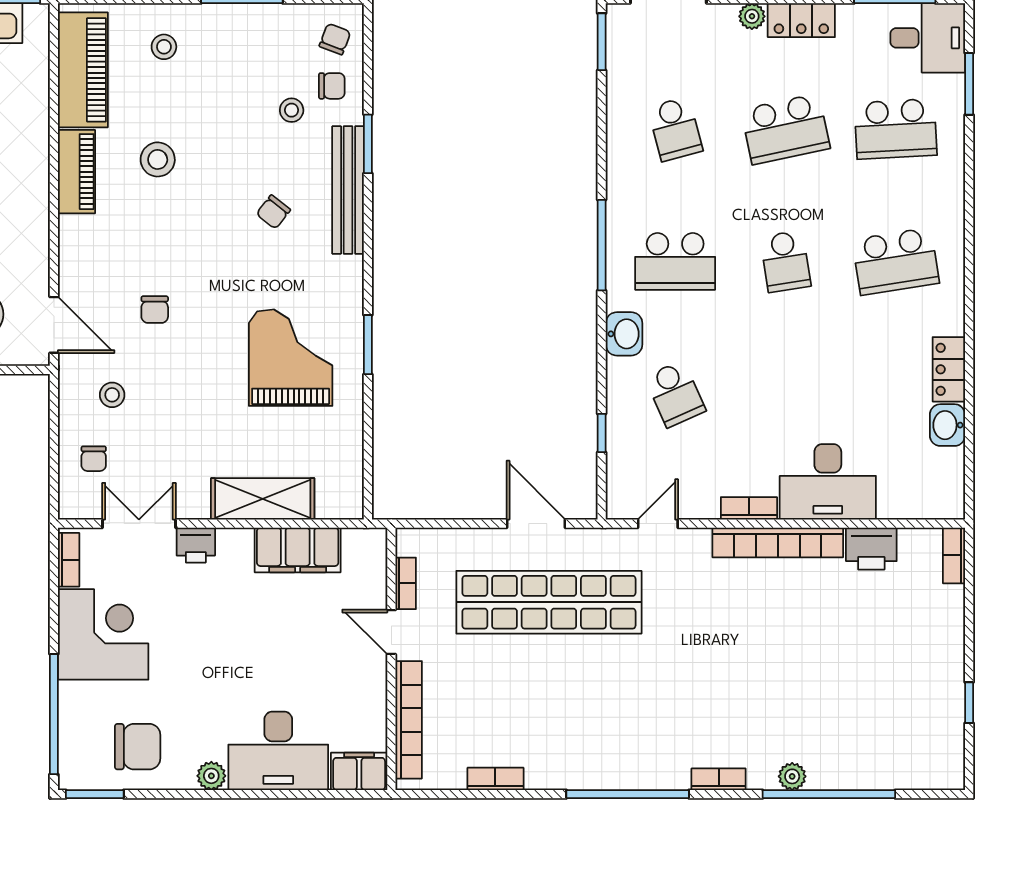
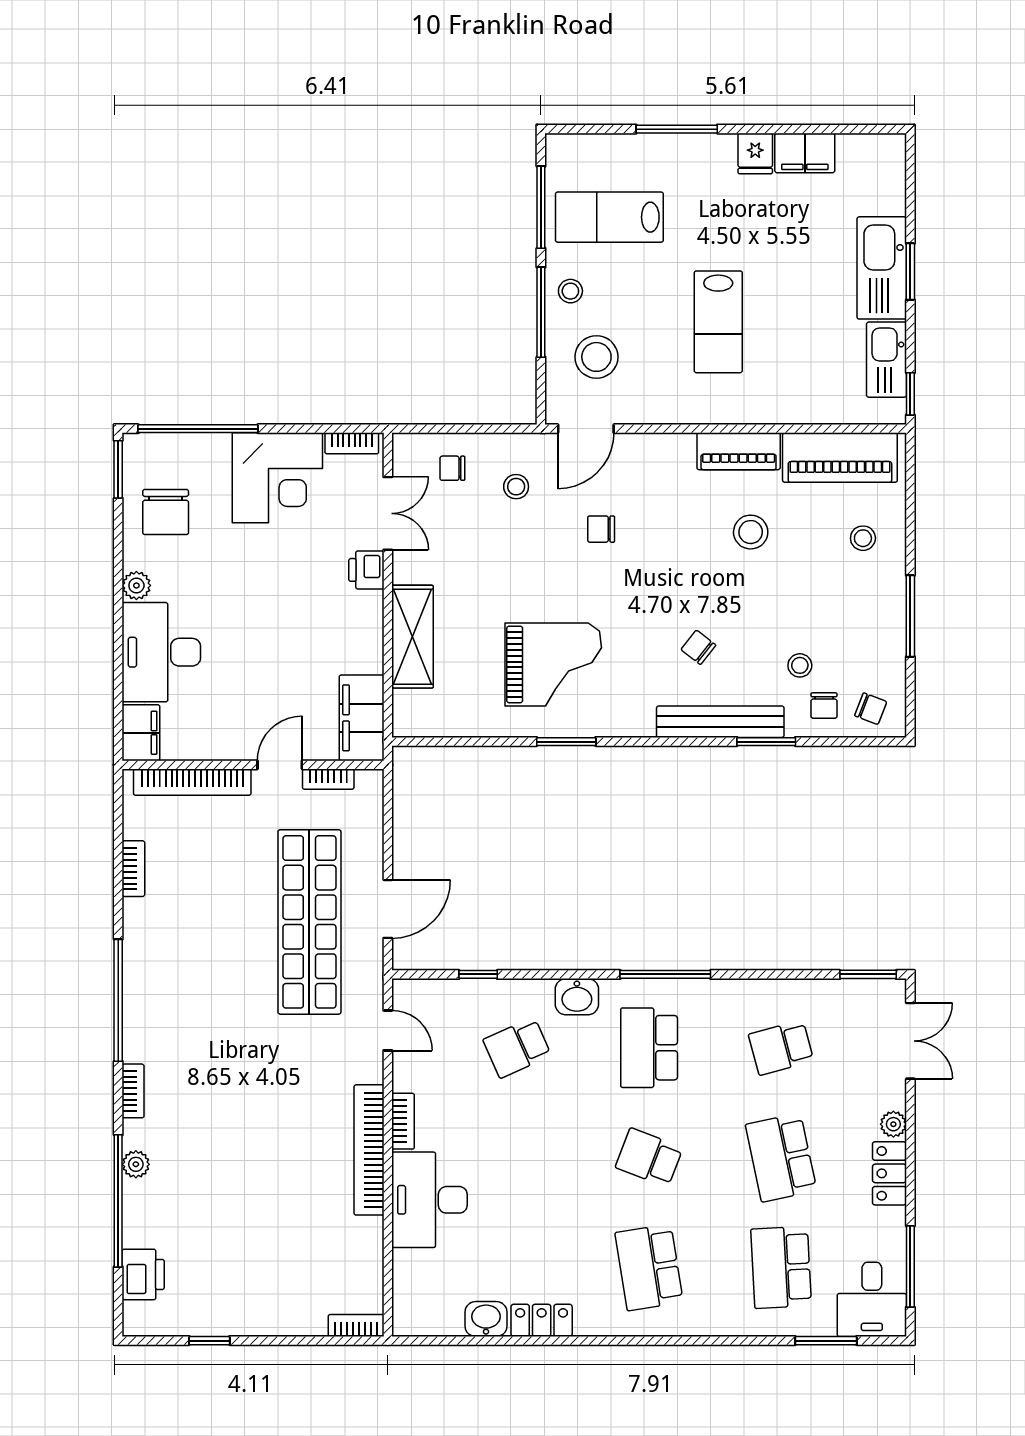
school desk: (785, 261) -> (649, 1158), turned 30
printer: (871, 549) -> (143, 1274), moved, turned 180
filing cabinet: (298, 550) -> (362, 718), moved

